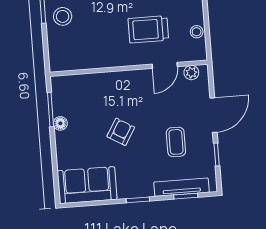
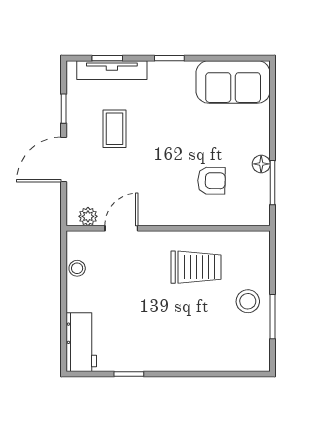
trolley: (148, 29) -> (196, 267), moved
armchair: (121, 132) -> (211, 181), moved, turned -120

